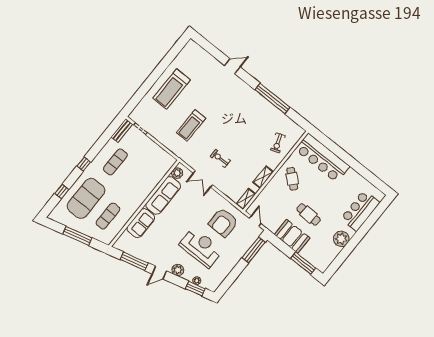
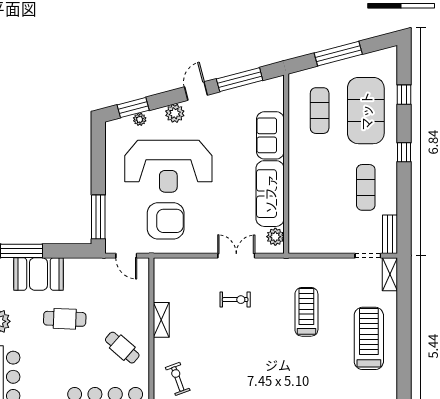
shelving: (246, 199) -> (390, 274), moved
armchair: (223, 222) -> (166, 221), turned 90
booth: (292, 236) -> (38, 274), moved
reception desk: (201, 247) -> (168, 166), width x1.36, depth x1.30

